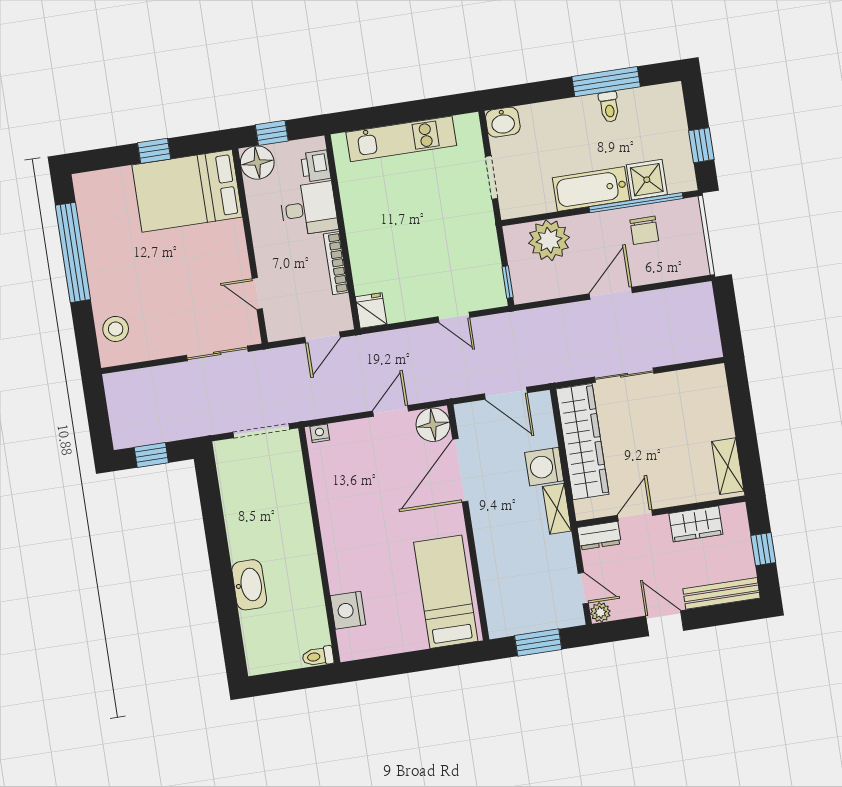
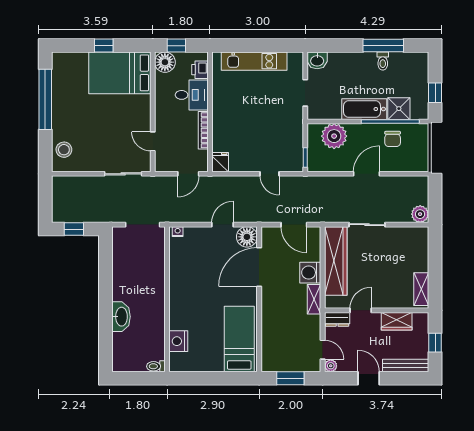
plant: (707, 345) -> (420, 214), added

